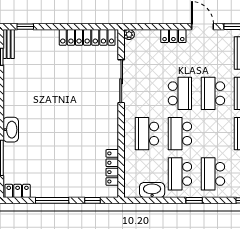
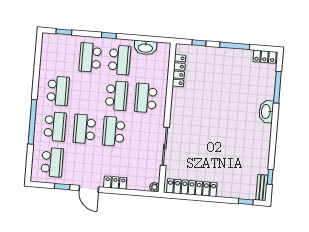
school desk: (213, 93) -> (84, 129), turned 180
school desk: (147, 134) -> (146, 98), turned 180
school desk: (213, 174) -> (90, 57), turned 180

